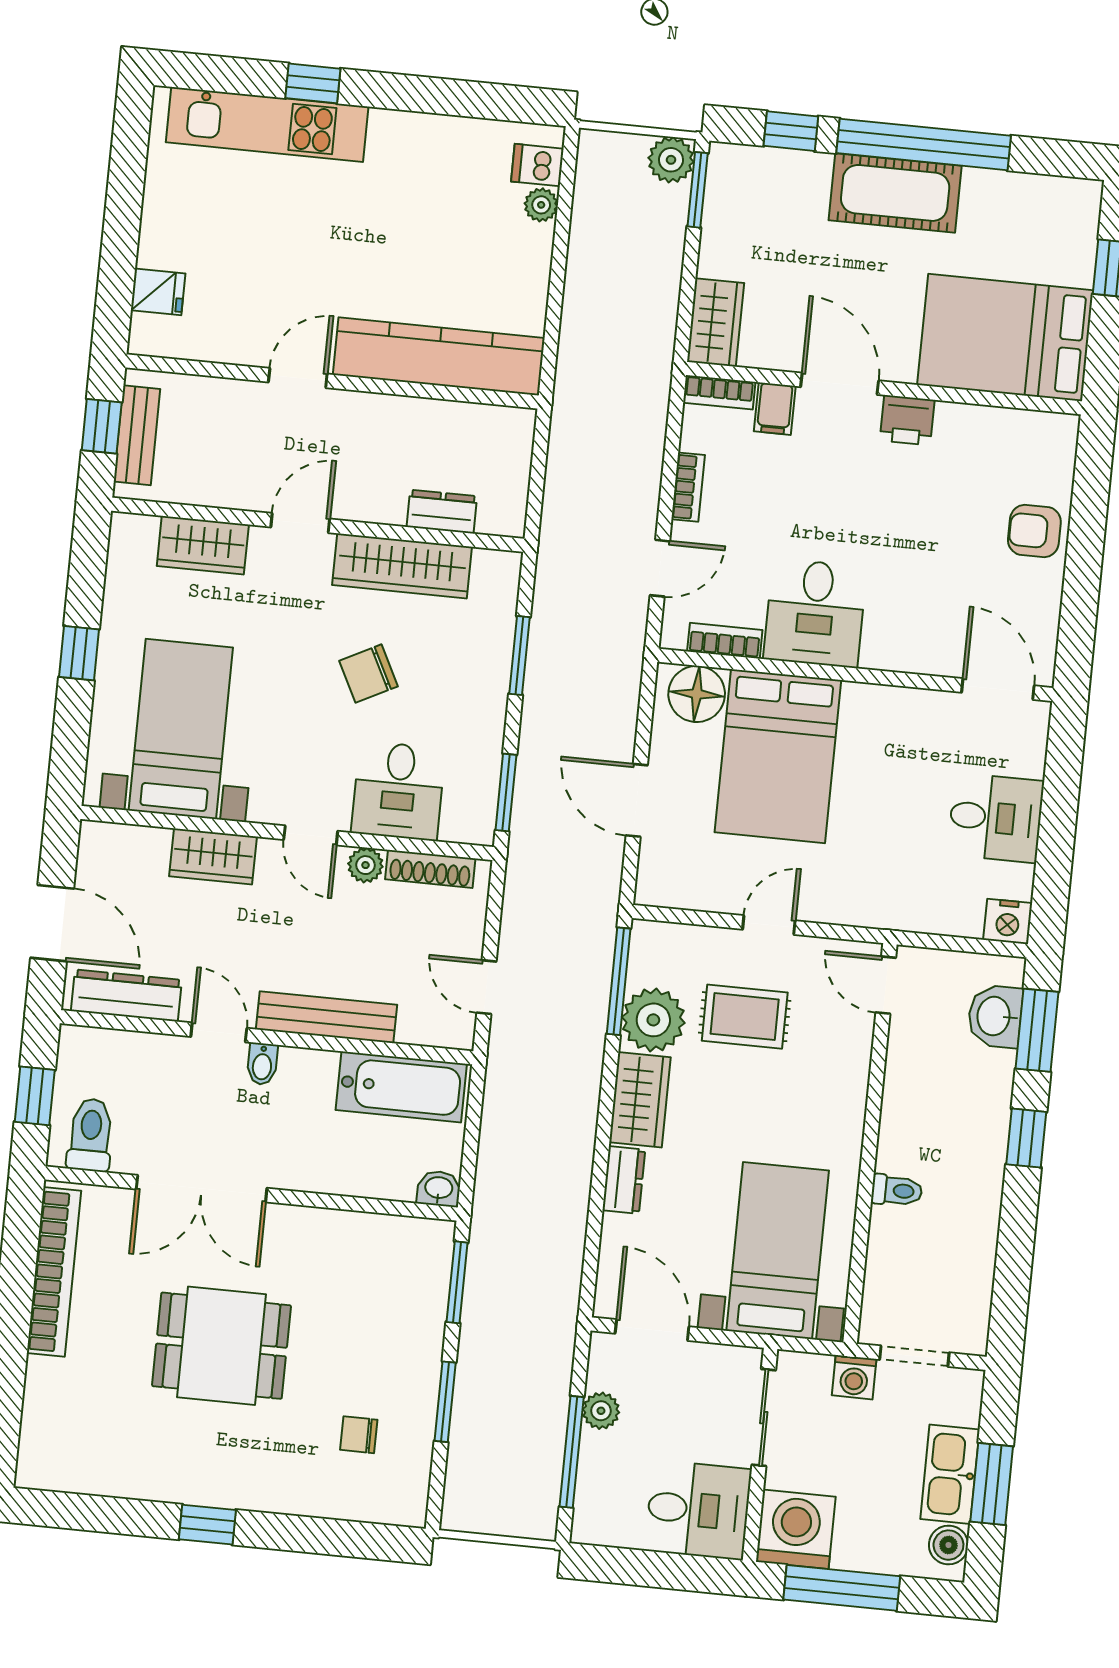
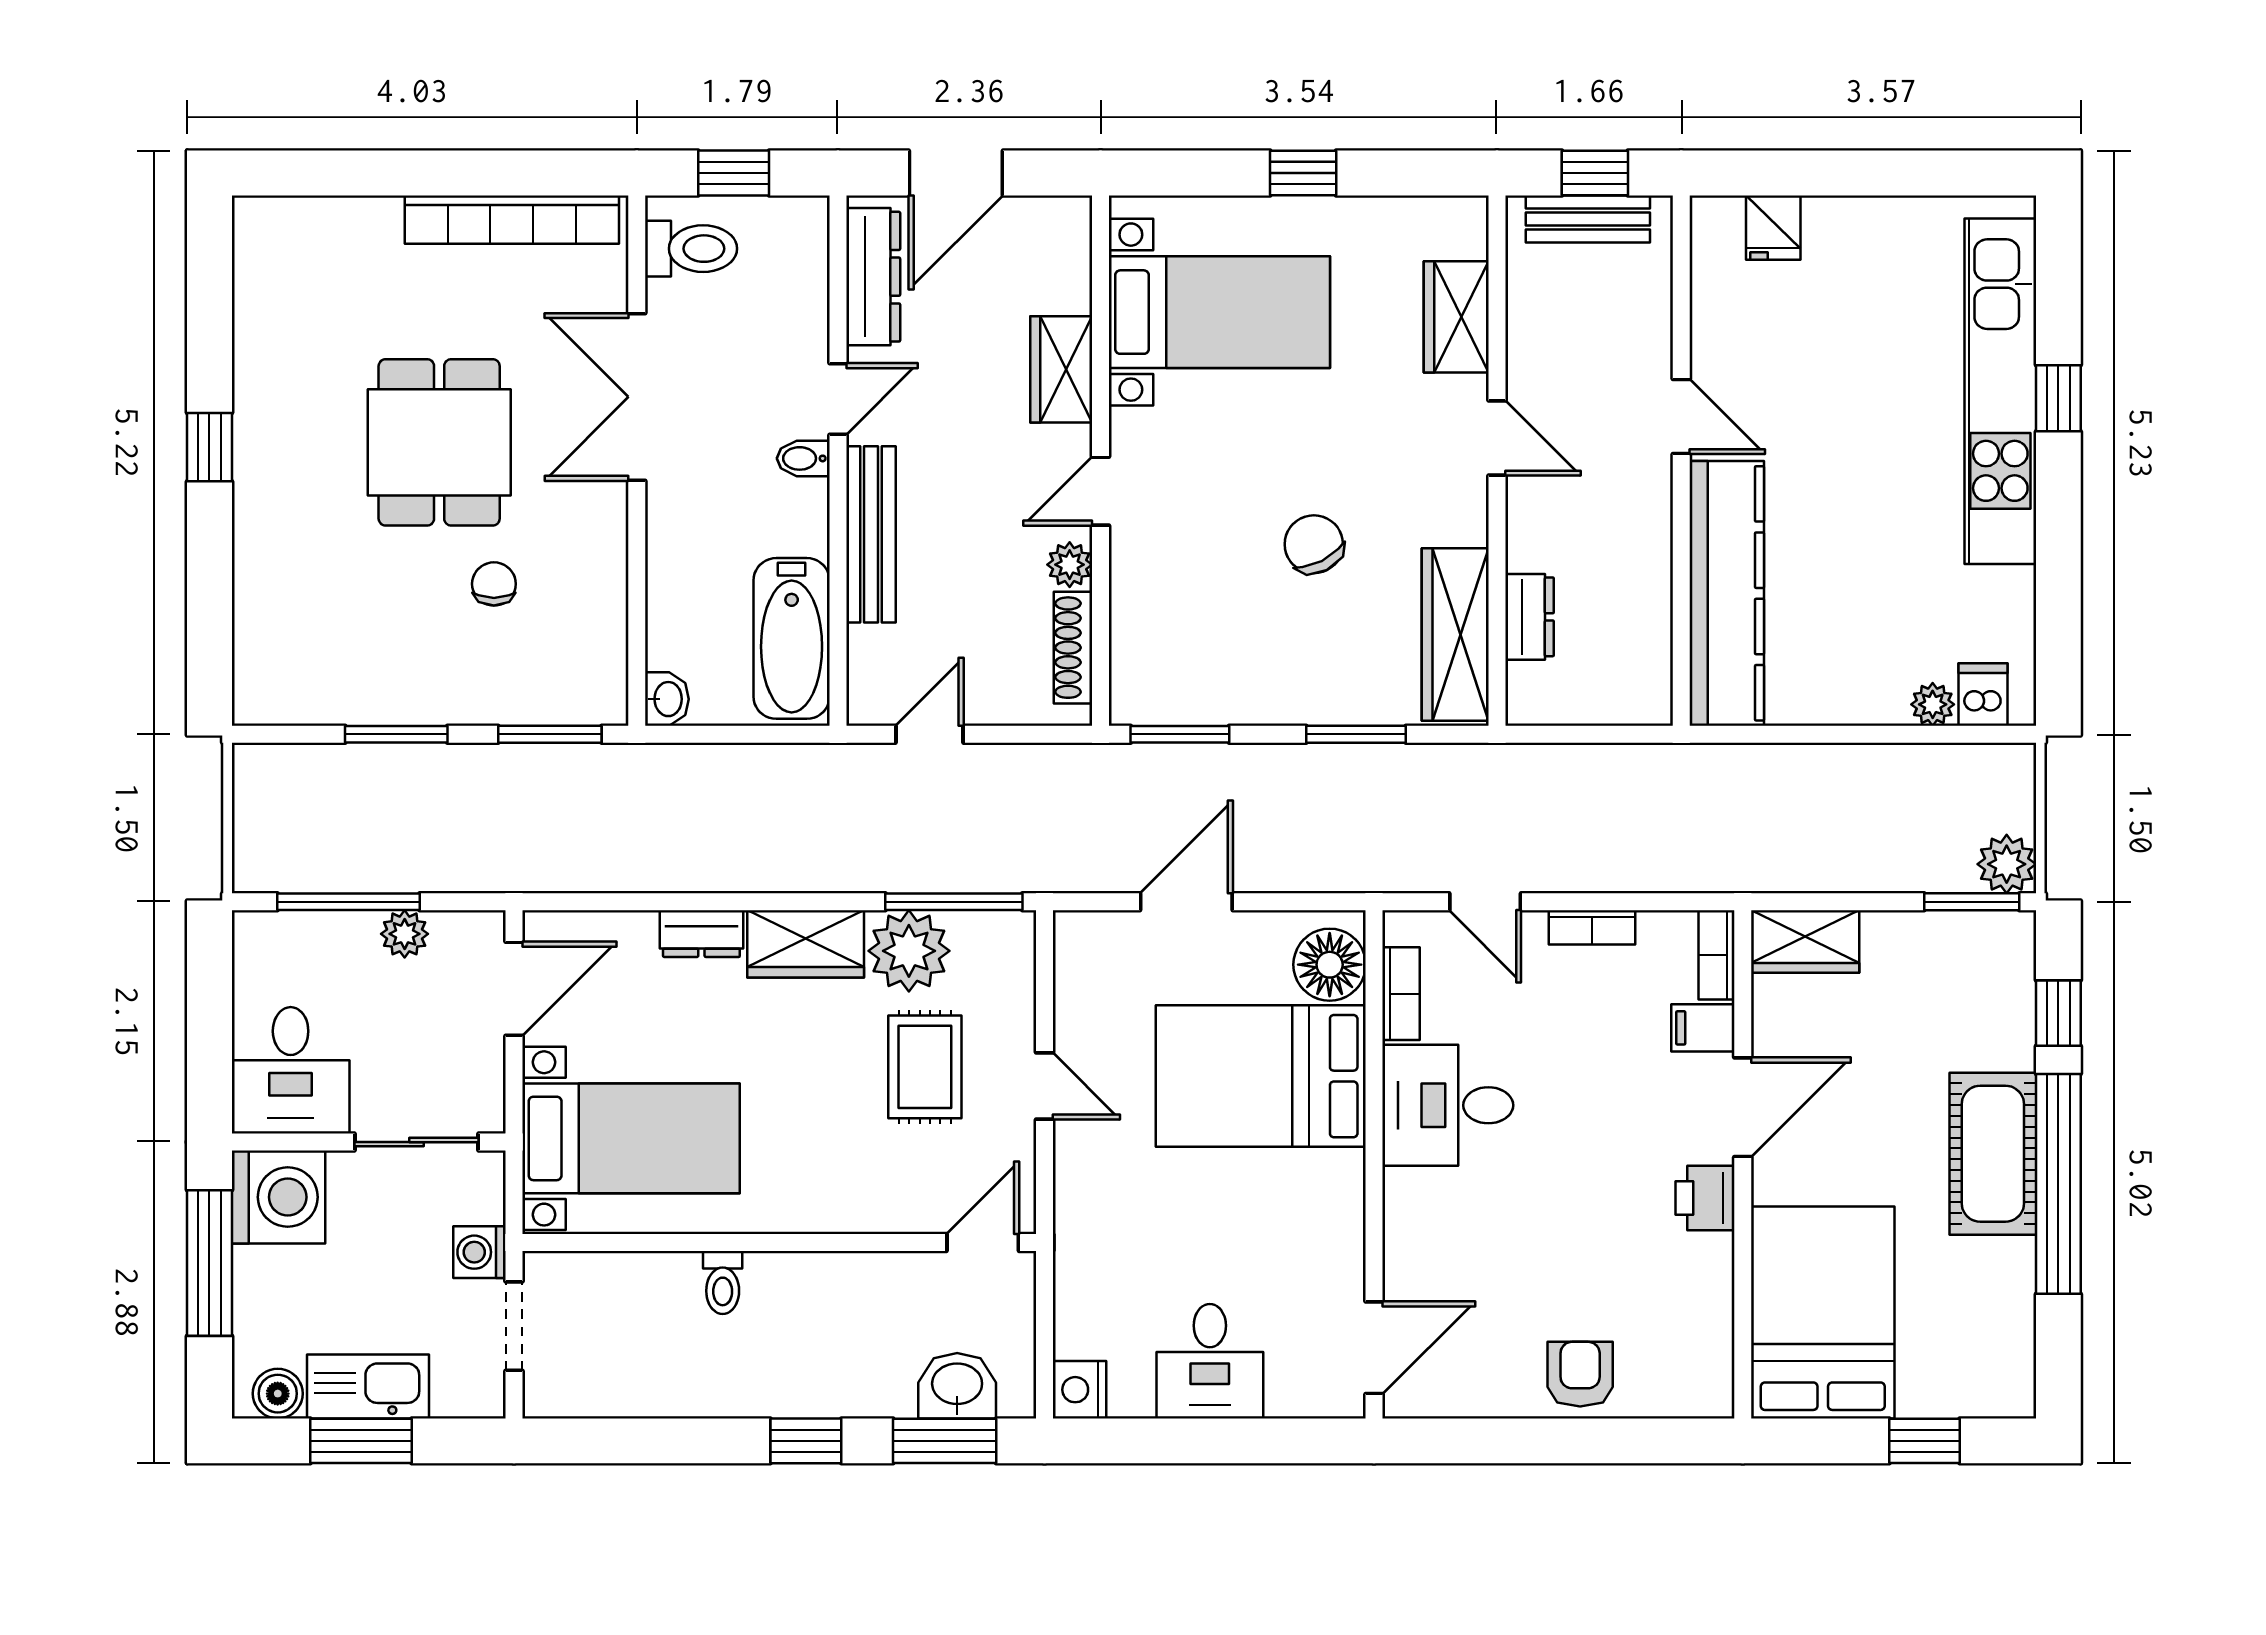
kitchen unit: (267, 124) -> (2000, 391), width x1.36
wardrobe: (402, 566) -> (1455, 635), moved
desk: (398, 791) -> (1168, 597), removed
chair: (359, 1435) -> (494, 584), moved

